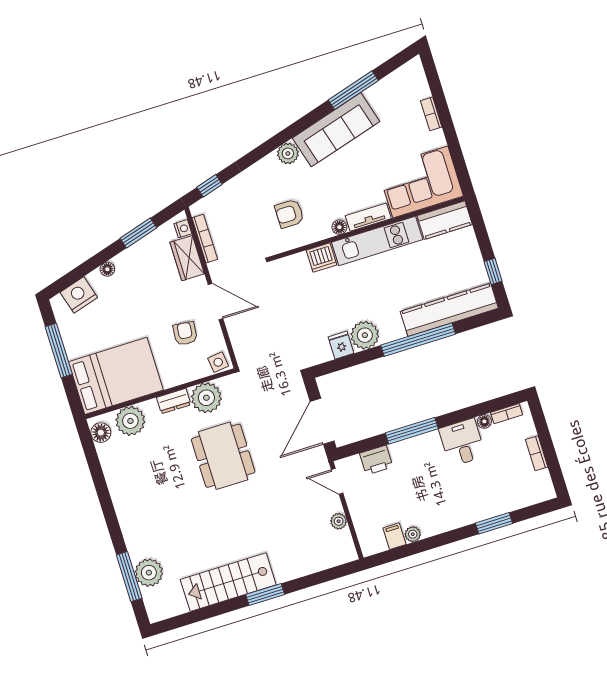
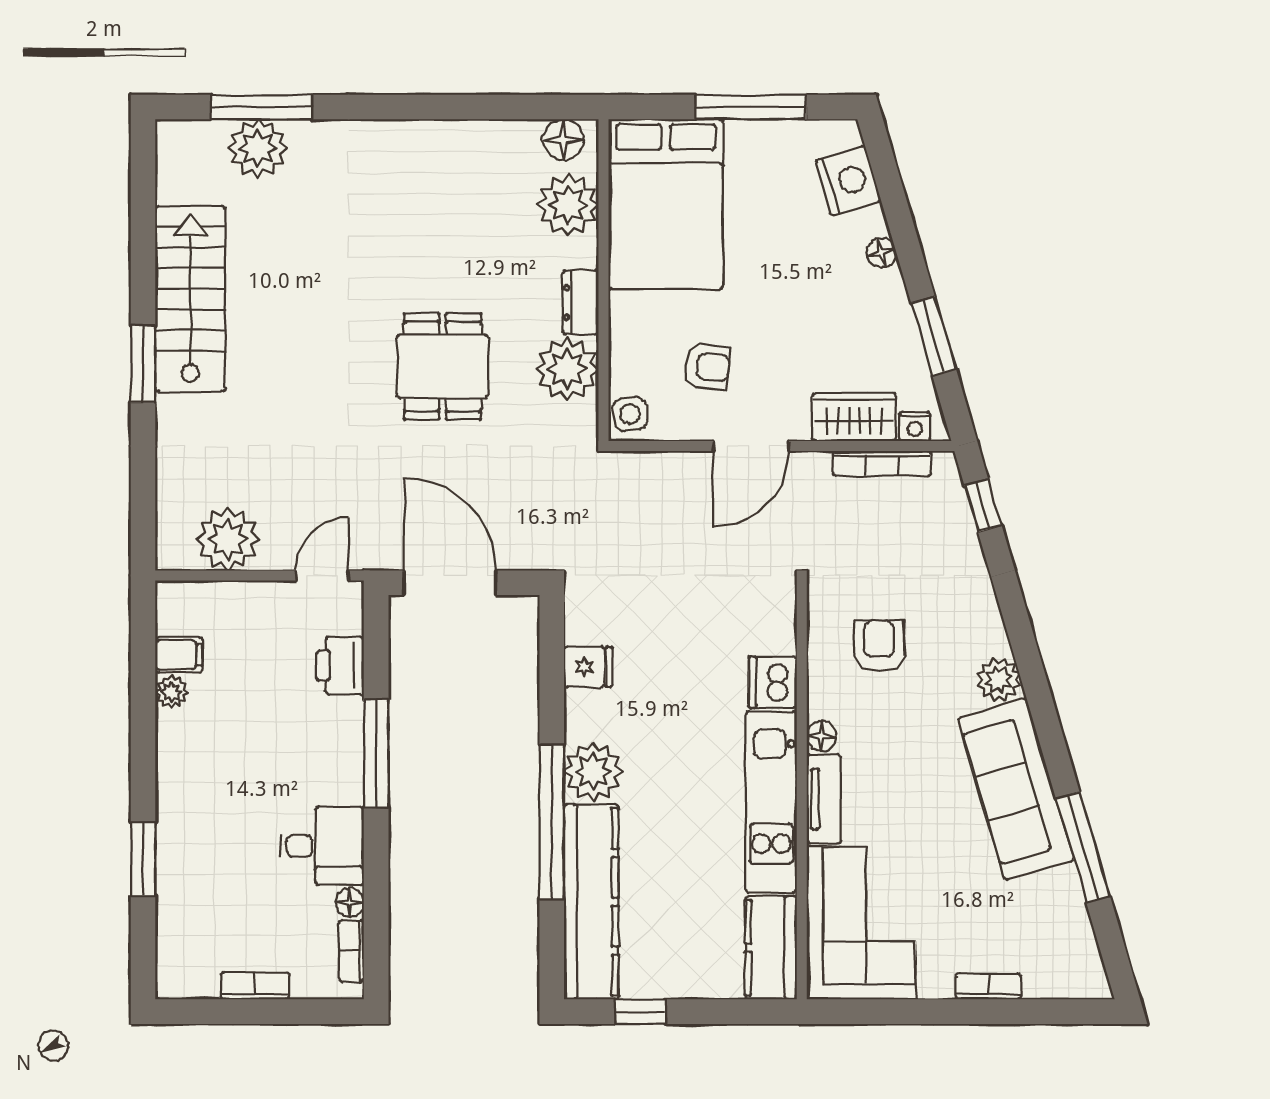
plant: (365, 335) -> (593, 772), moved
dining table: (223, 456) -> (443, 366), width x0.73
plant: (339, 521) -> (228, 539), width x1.88, depth x1.88

